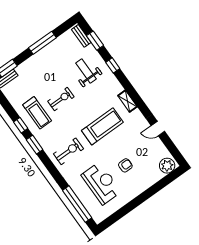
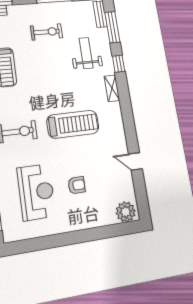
window: (95, 41) -> (112, 27), width x1.44
exercise bike: (61, 99) -> (47, 32), moved
shelving: (127, 101) -> (112, 88), moved

